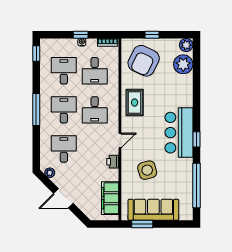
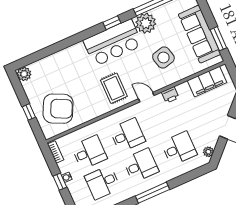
plant: (183, 64) -> (146, 23), moved
rug: (135, 103) -> (114, 88), moved, turned 90
desk: (64, 110) -> (141, 165), turned 180
desk: (64, 149) -> (179, 148), turned 180

